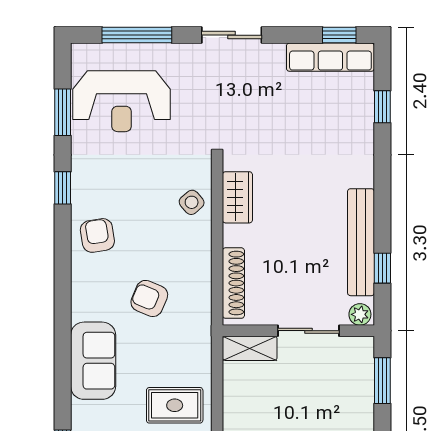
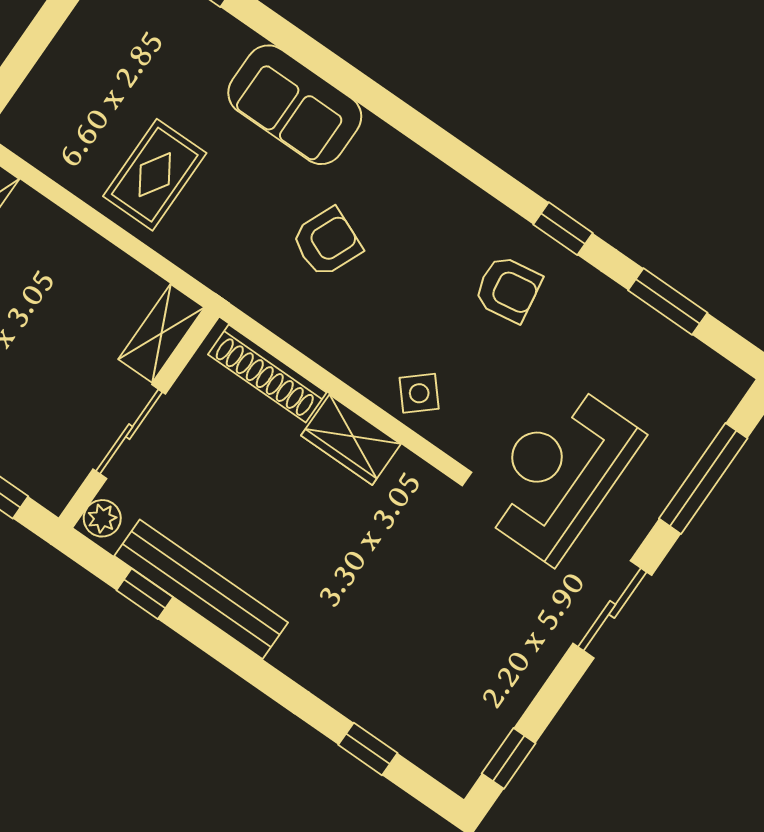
row of seats: (330, 57) -> (486, 725), removed
reception desk: (122, 101) -> (559, 472), moved
wardrobe: (237, 197) -> (351, 440), moved
armchair: (97, 235) -> (508, 289), moved

